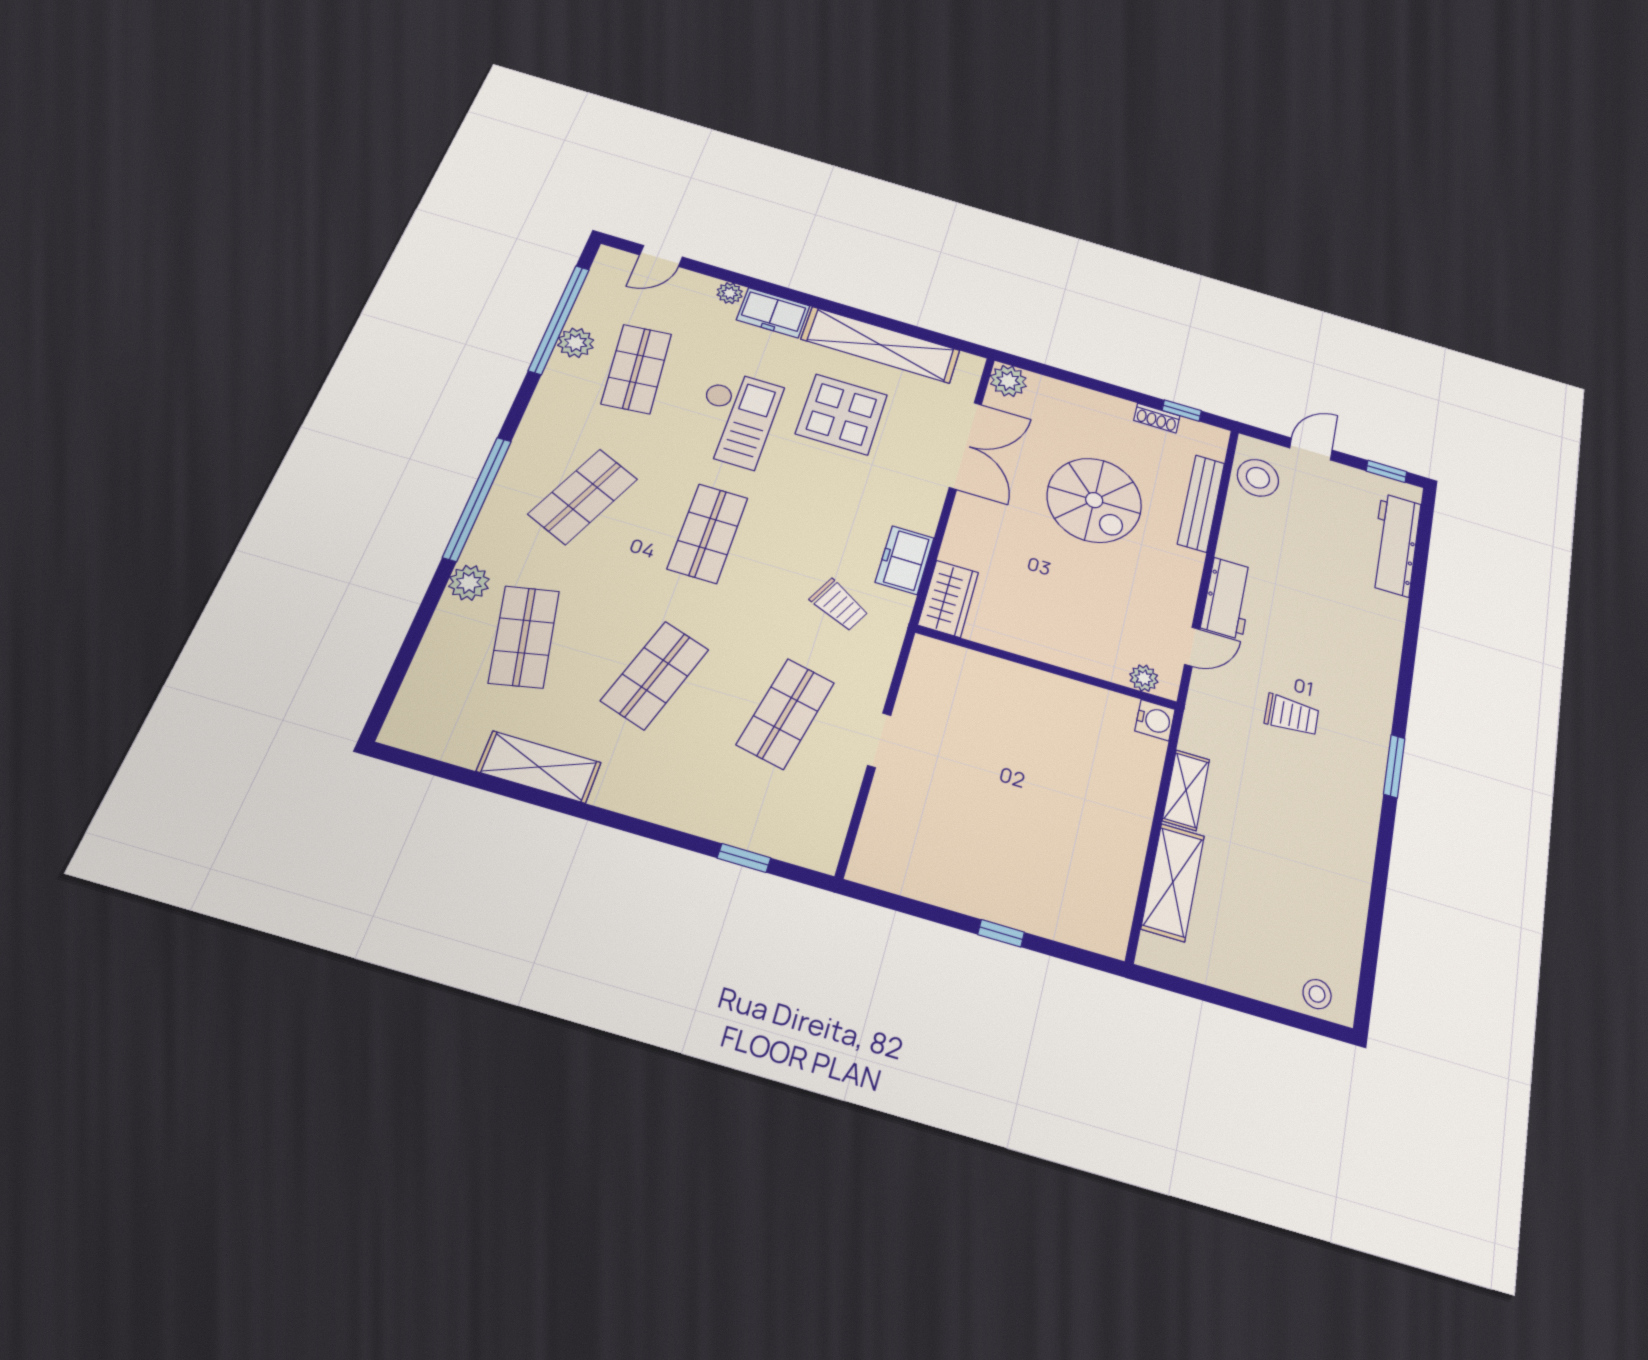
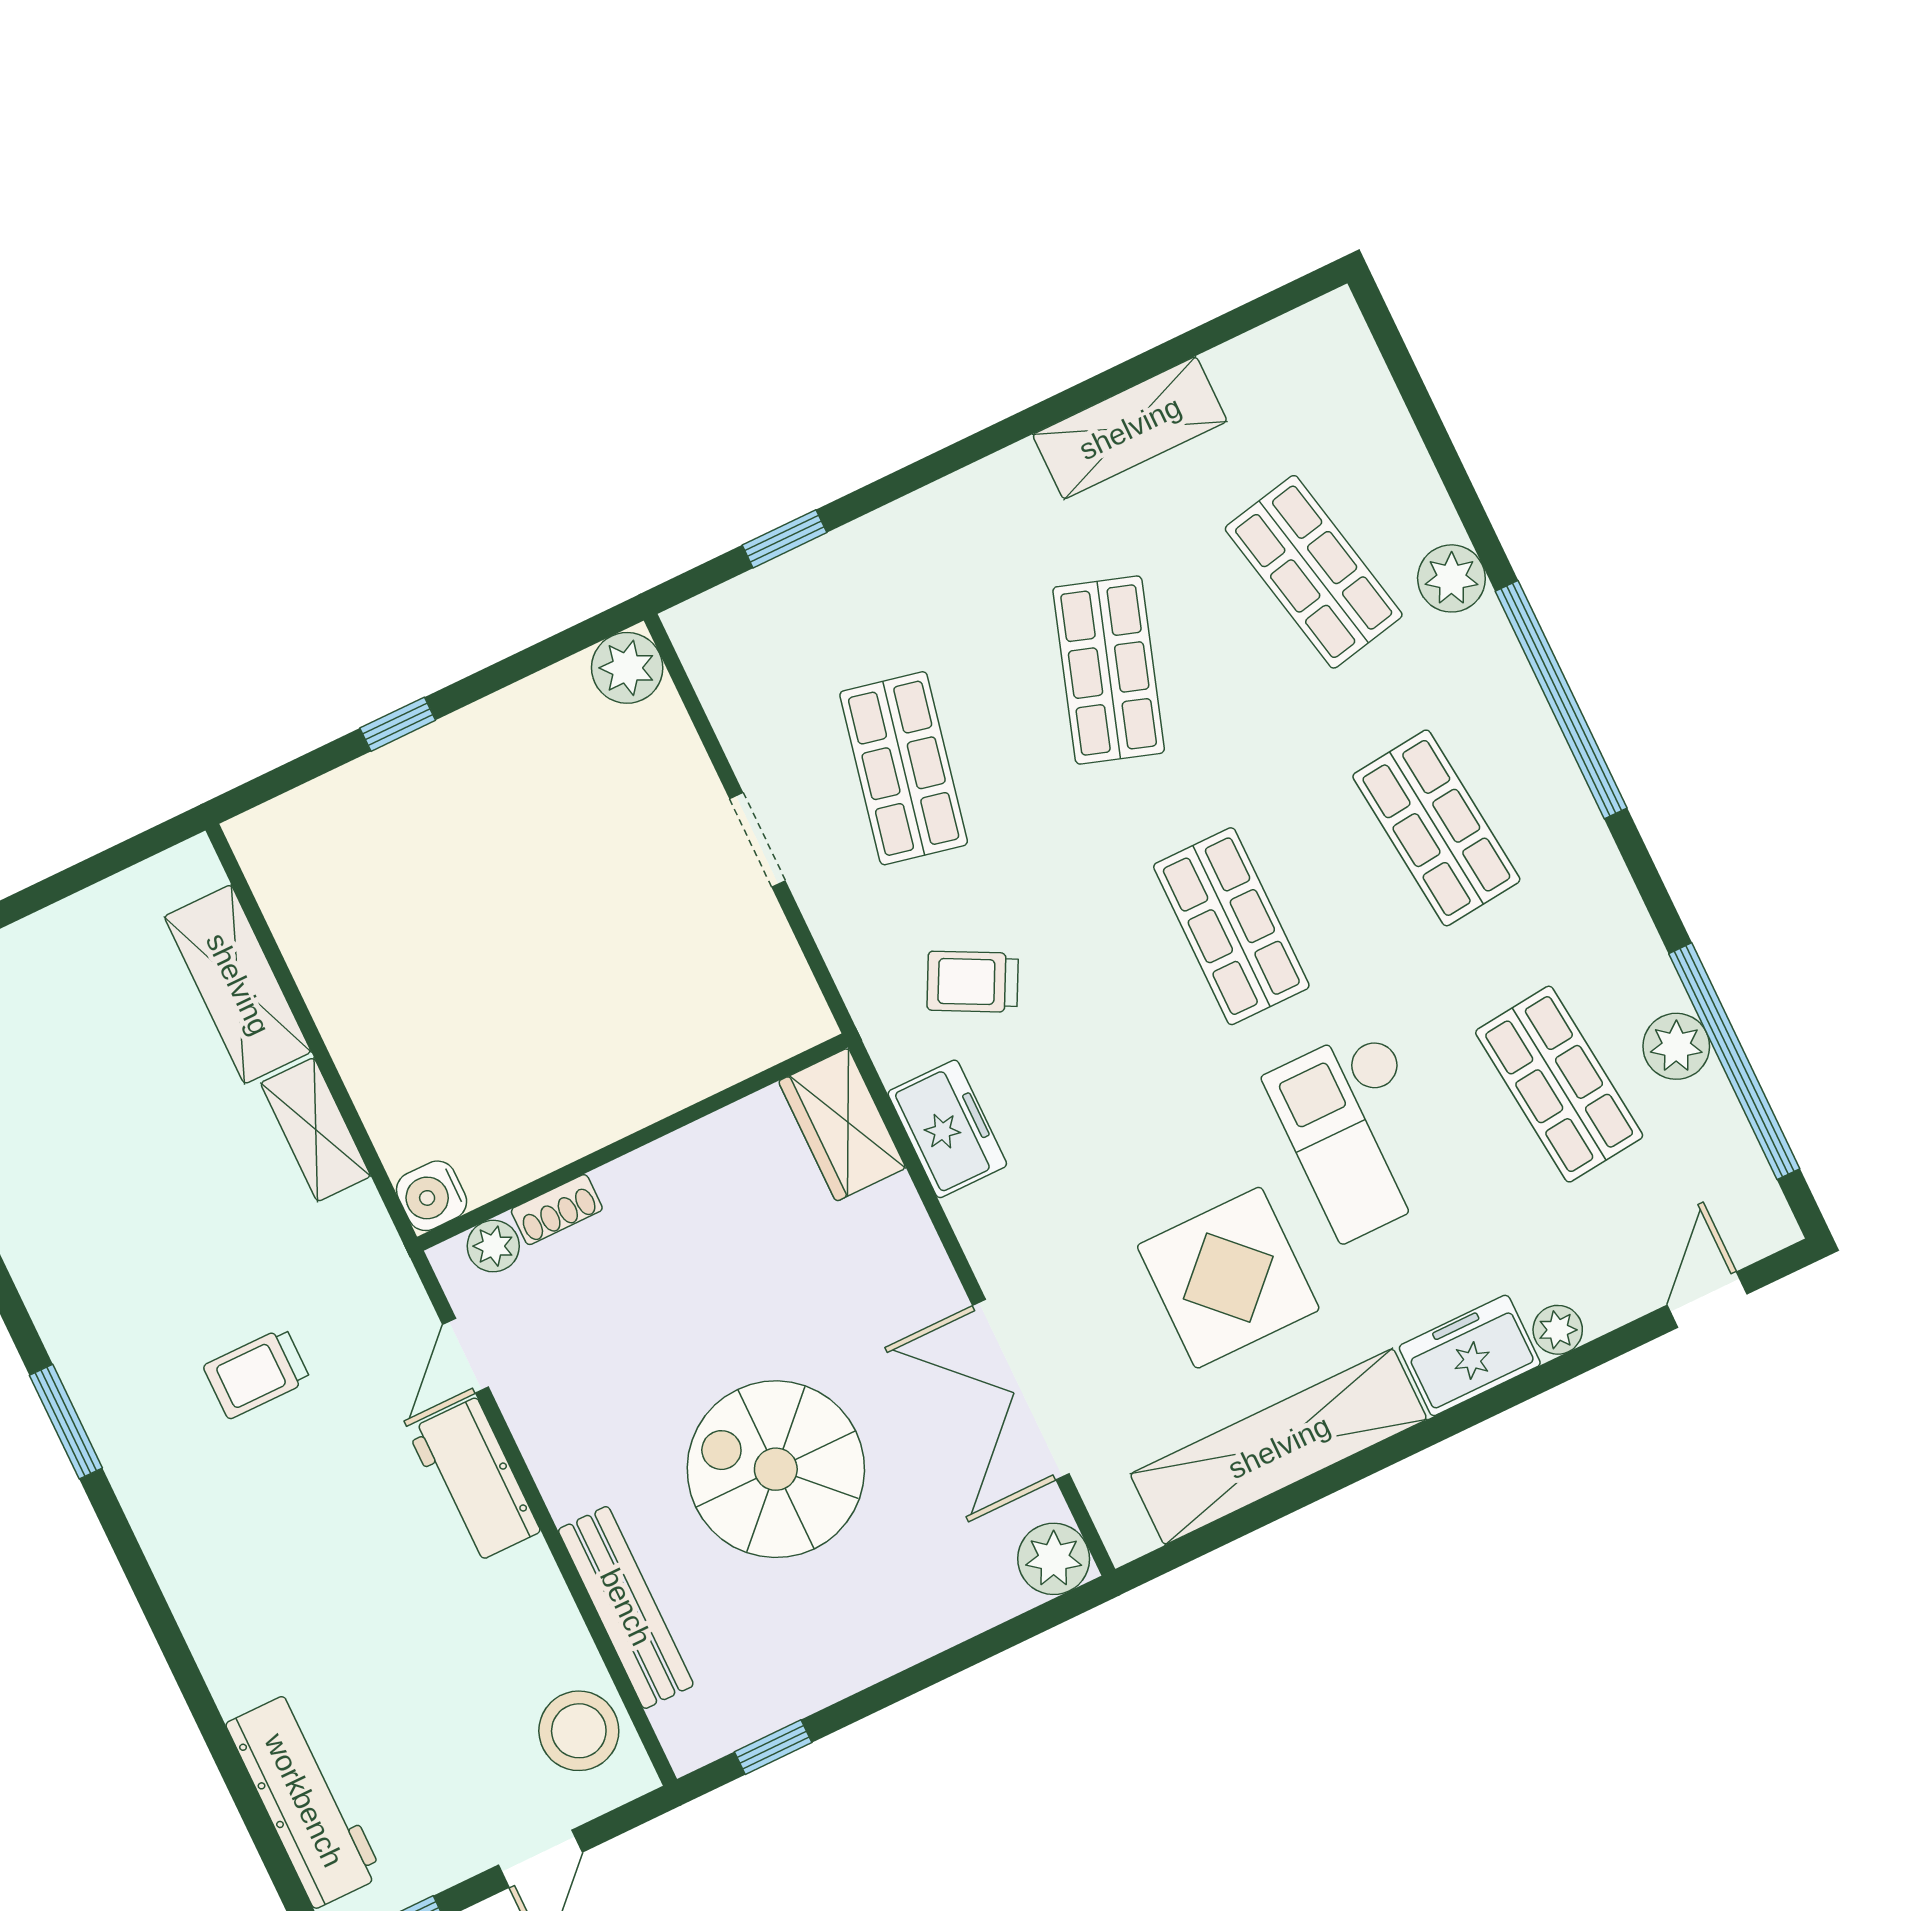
shoe rack: (1157, 418) -> (557, 1210), moved, turned 180
shop shelf: (583, 497) -> (1436, 828), turned -30
plant: (871, 865) -> (627, 668), added

